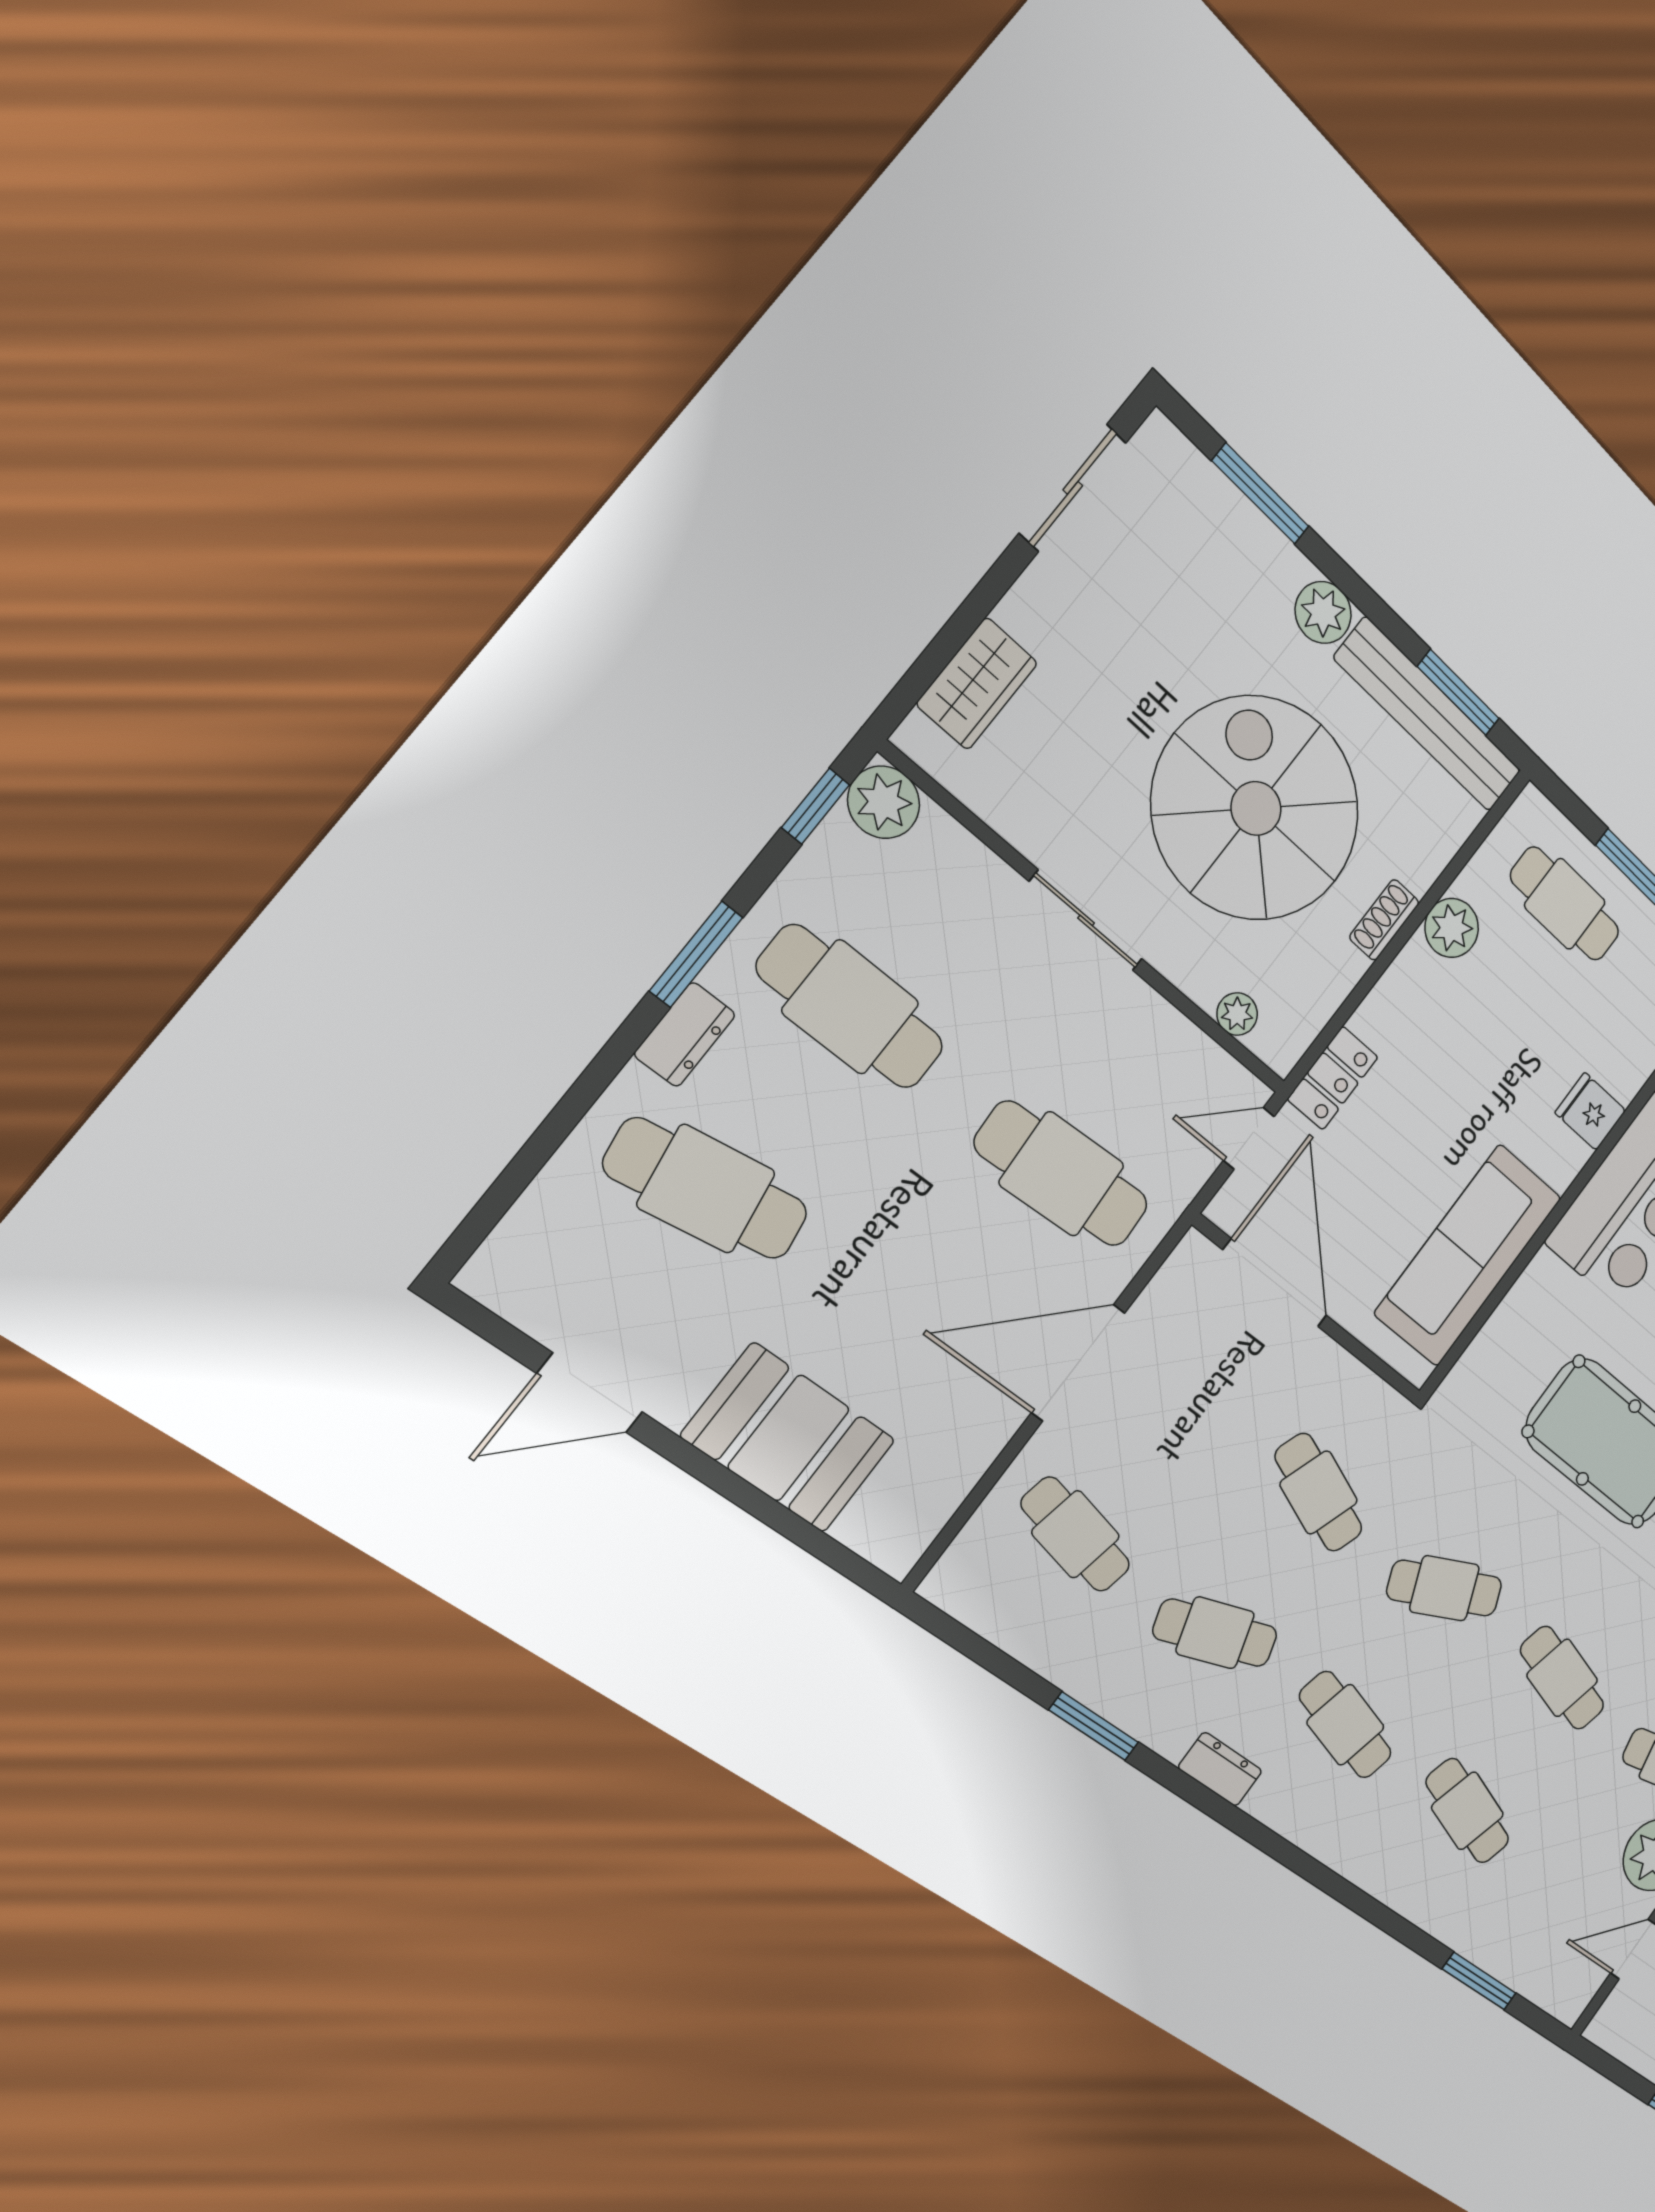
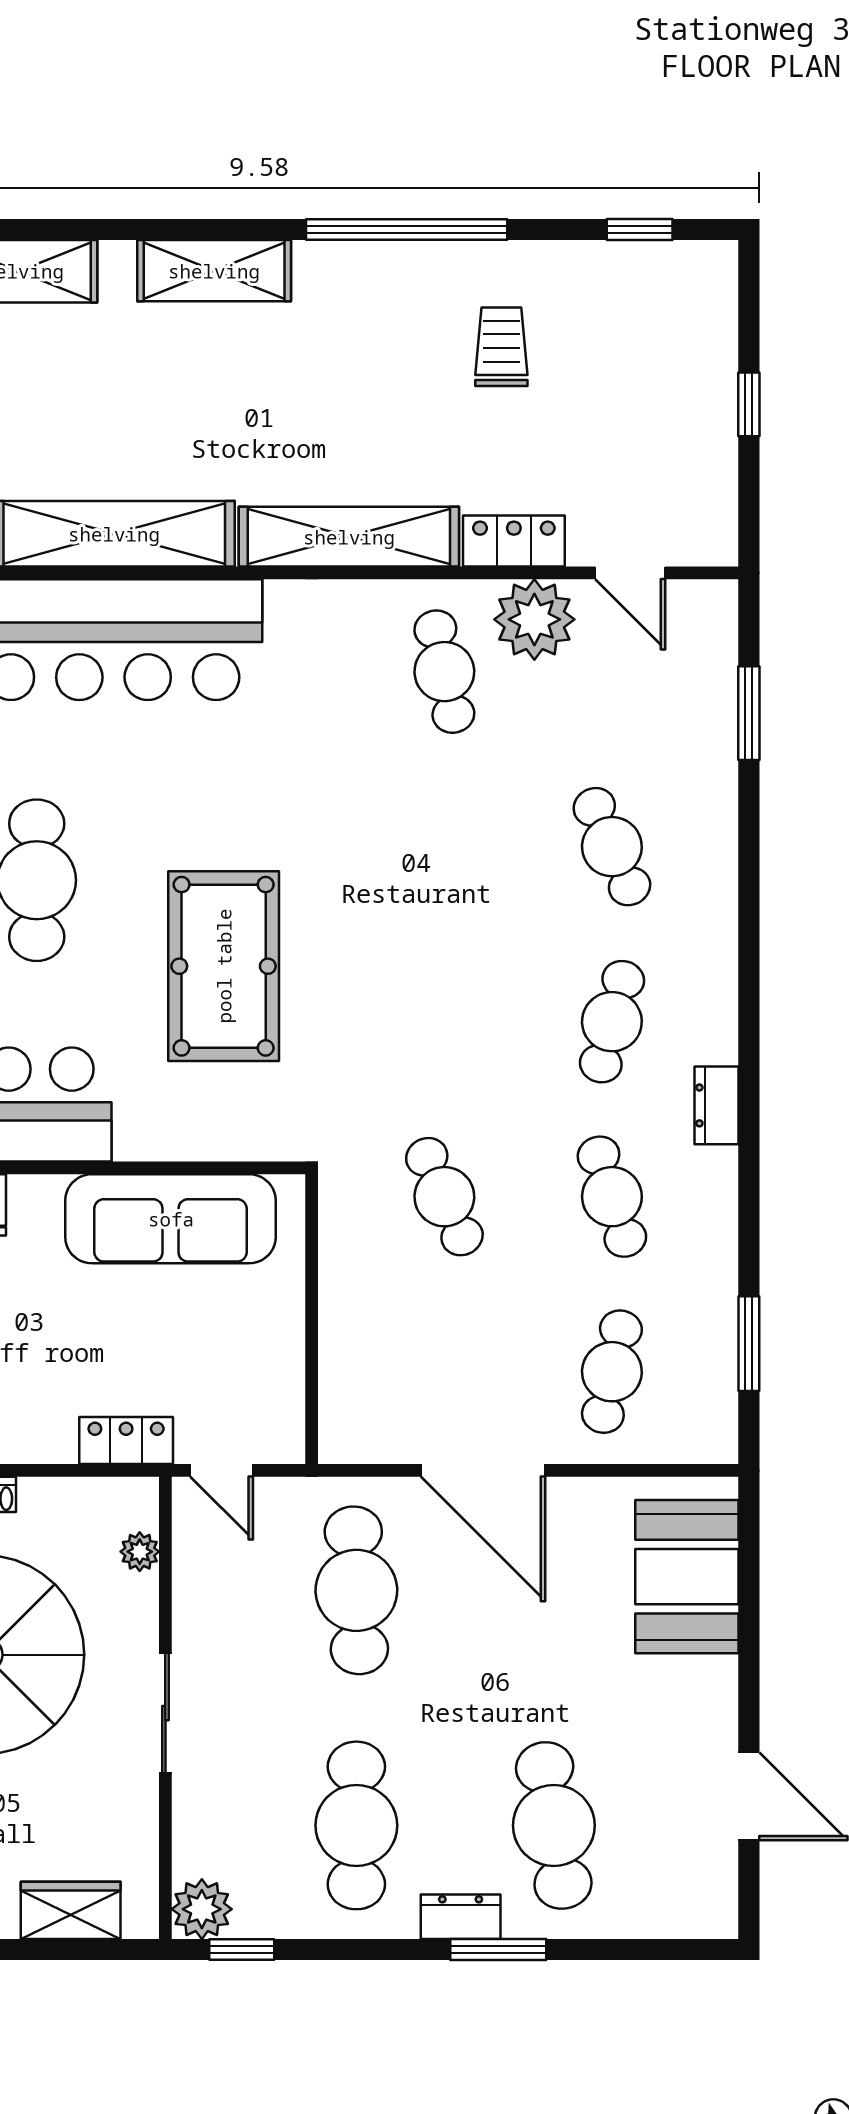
window: (696, 954) -> (498, 1950), moved
door: (1275, 1283) -> (312, 1363), removed
booth: (789, 1438) -> (687, 1577), moved
cafe table: (1319, 1493) -> (444, 1197), turned -45
cafe table: (1444, 1588) -> (444, 1022), removed
cafe table: (1562, 1678) -> (444, 847), removed
window: (1094, 1726) -> (749, 1344), moved
cafe table: (1467, 1811) -> (612, 847), turned -42

